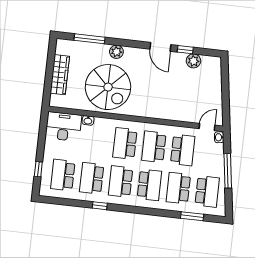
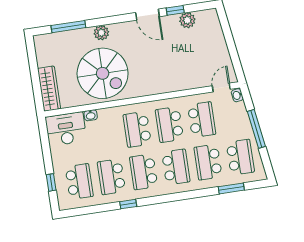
wardrobe: (60, 75) -> (49, 89), moved
school desk: (63, 175) -> (79, 182), turned 180

